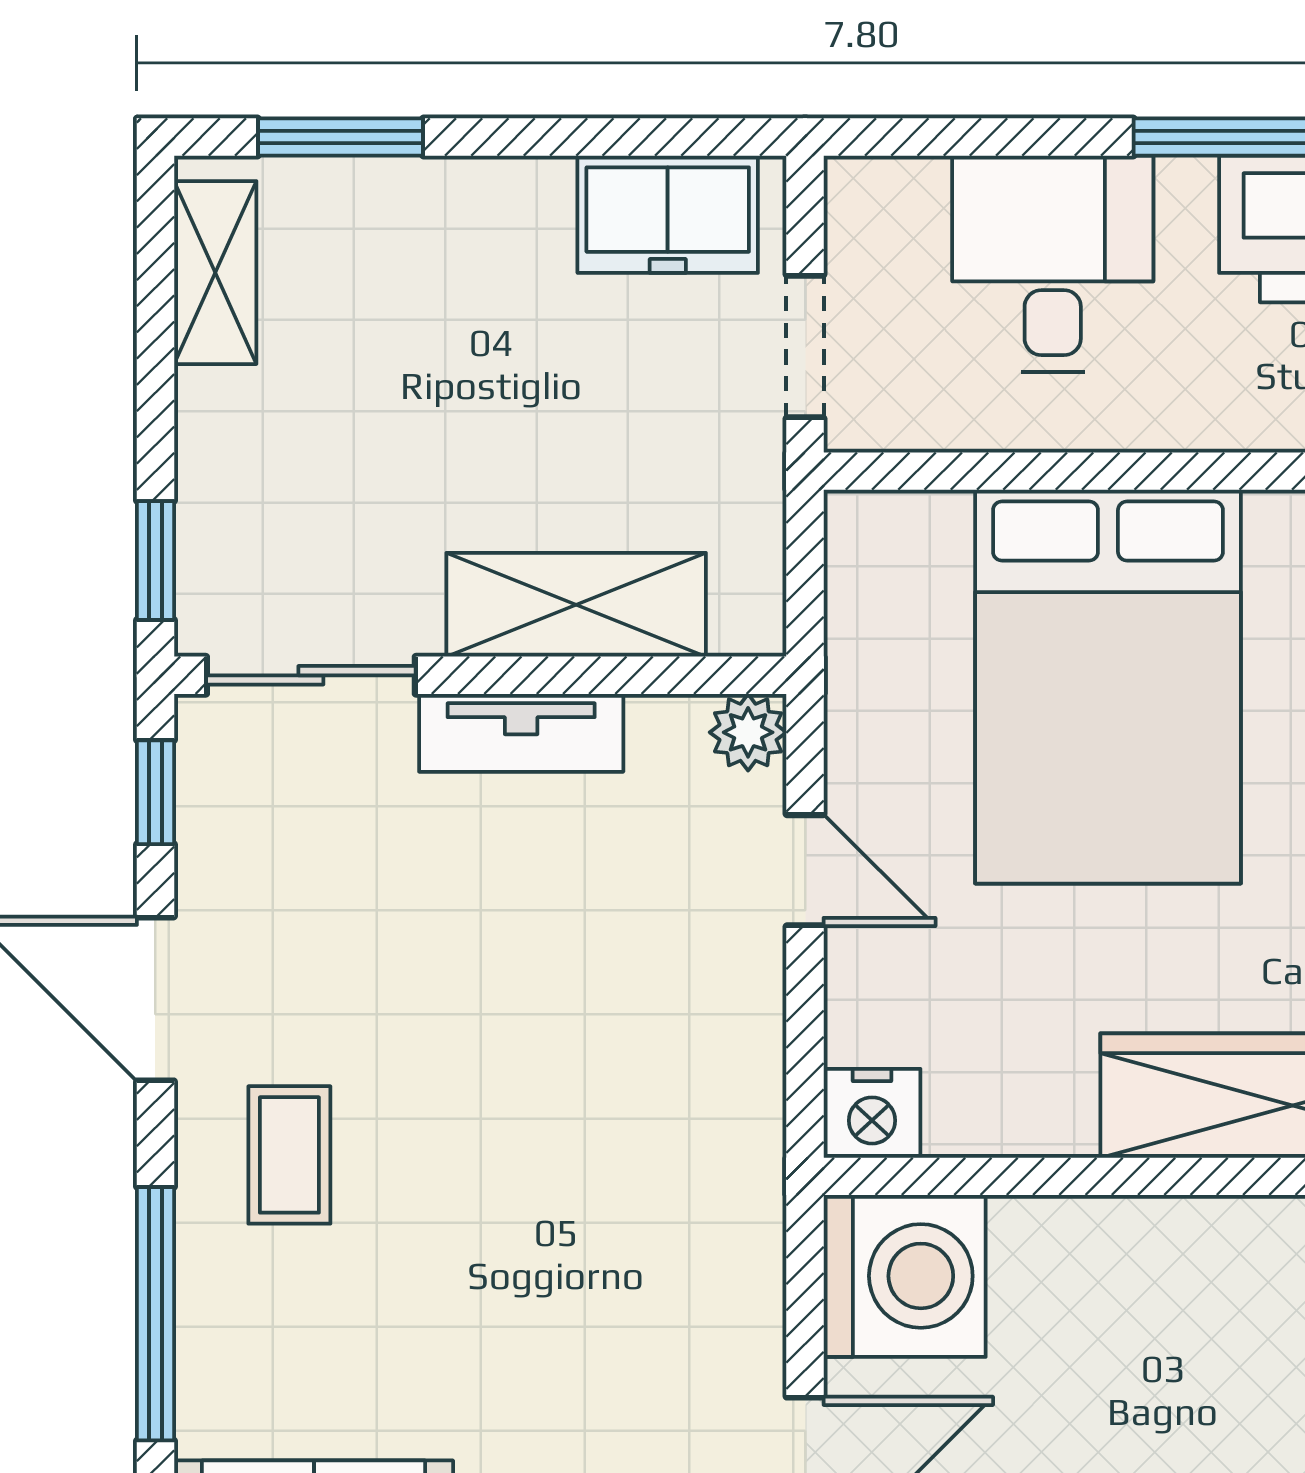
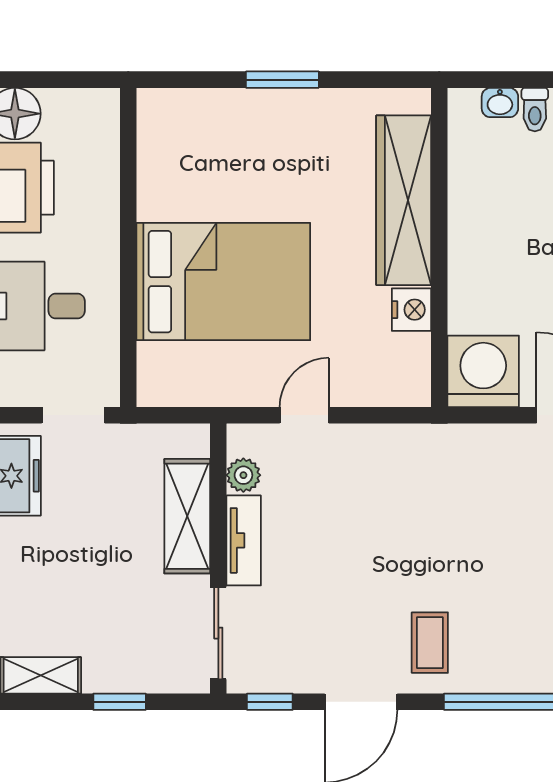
window: (155, 560) -> (120, 702), moved
plant: (748, 732) -> (243, 475), moved
nightstand: (872, 1113) -> (411, 310), moved
coffee table: (289, 1155) -> (430, 643), turned 90

